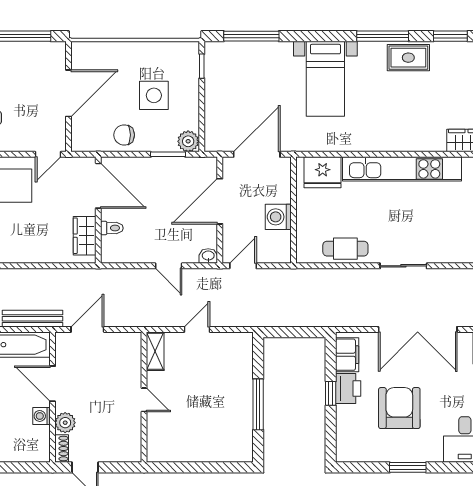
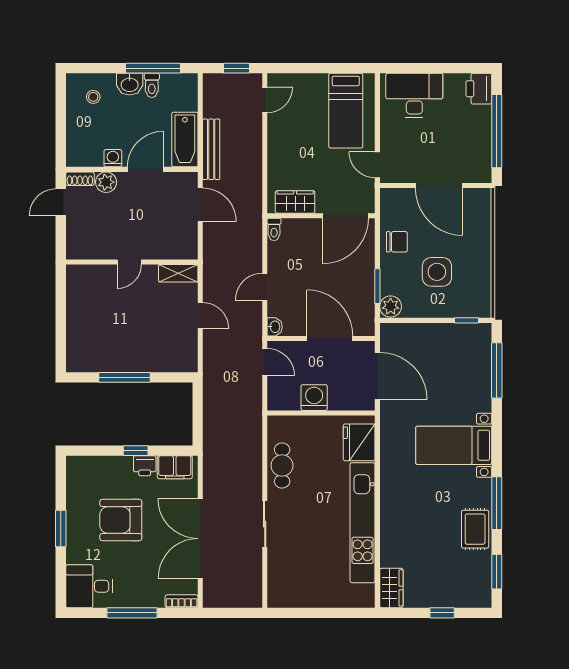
chair: (124, 135) -> (397, 242), turned 90
toilet: (112, 228) -> (274, 229), moved
printer: (348, 388) -> (145, 466), width x0.73, depth x0.81
armchair: (399, 408) -> (121, 520), turned 180

